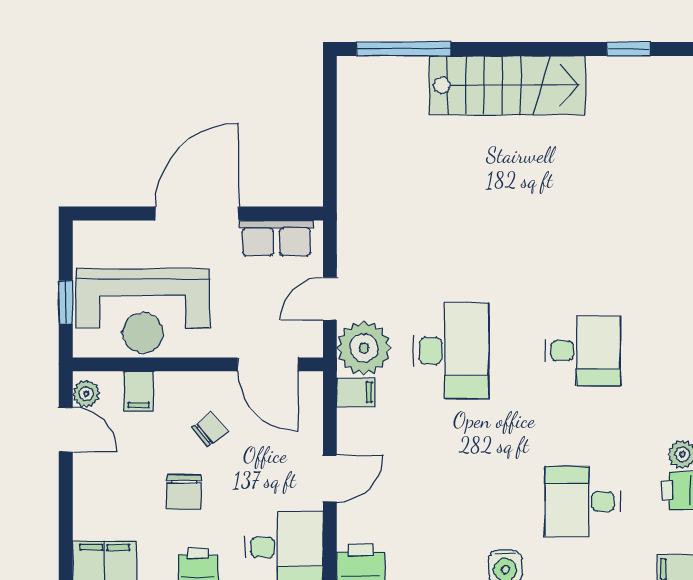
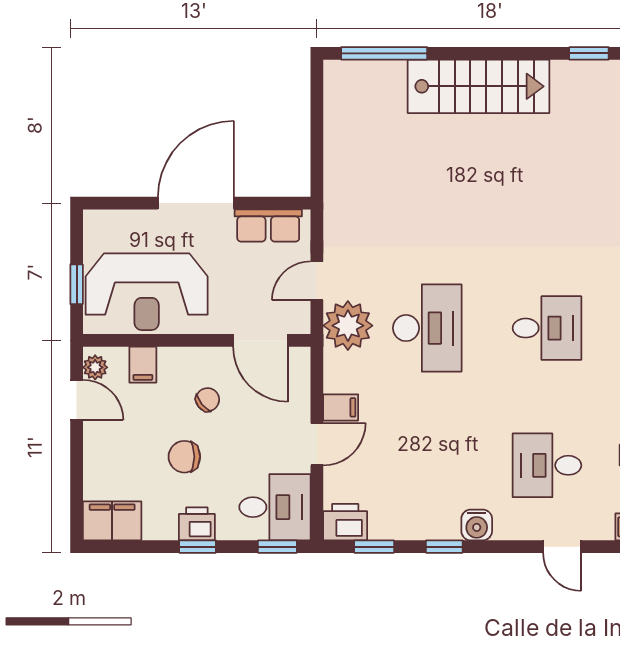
filing cabinet: (356, 392) -> (341, 407), moved
chair: (184, 492) -> (184, 457), turned 90

